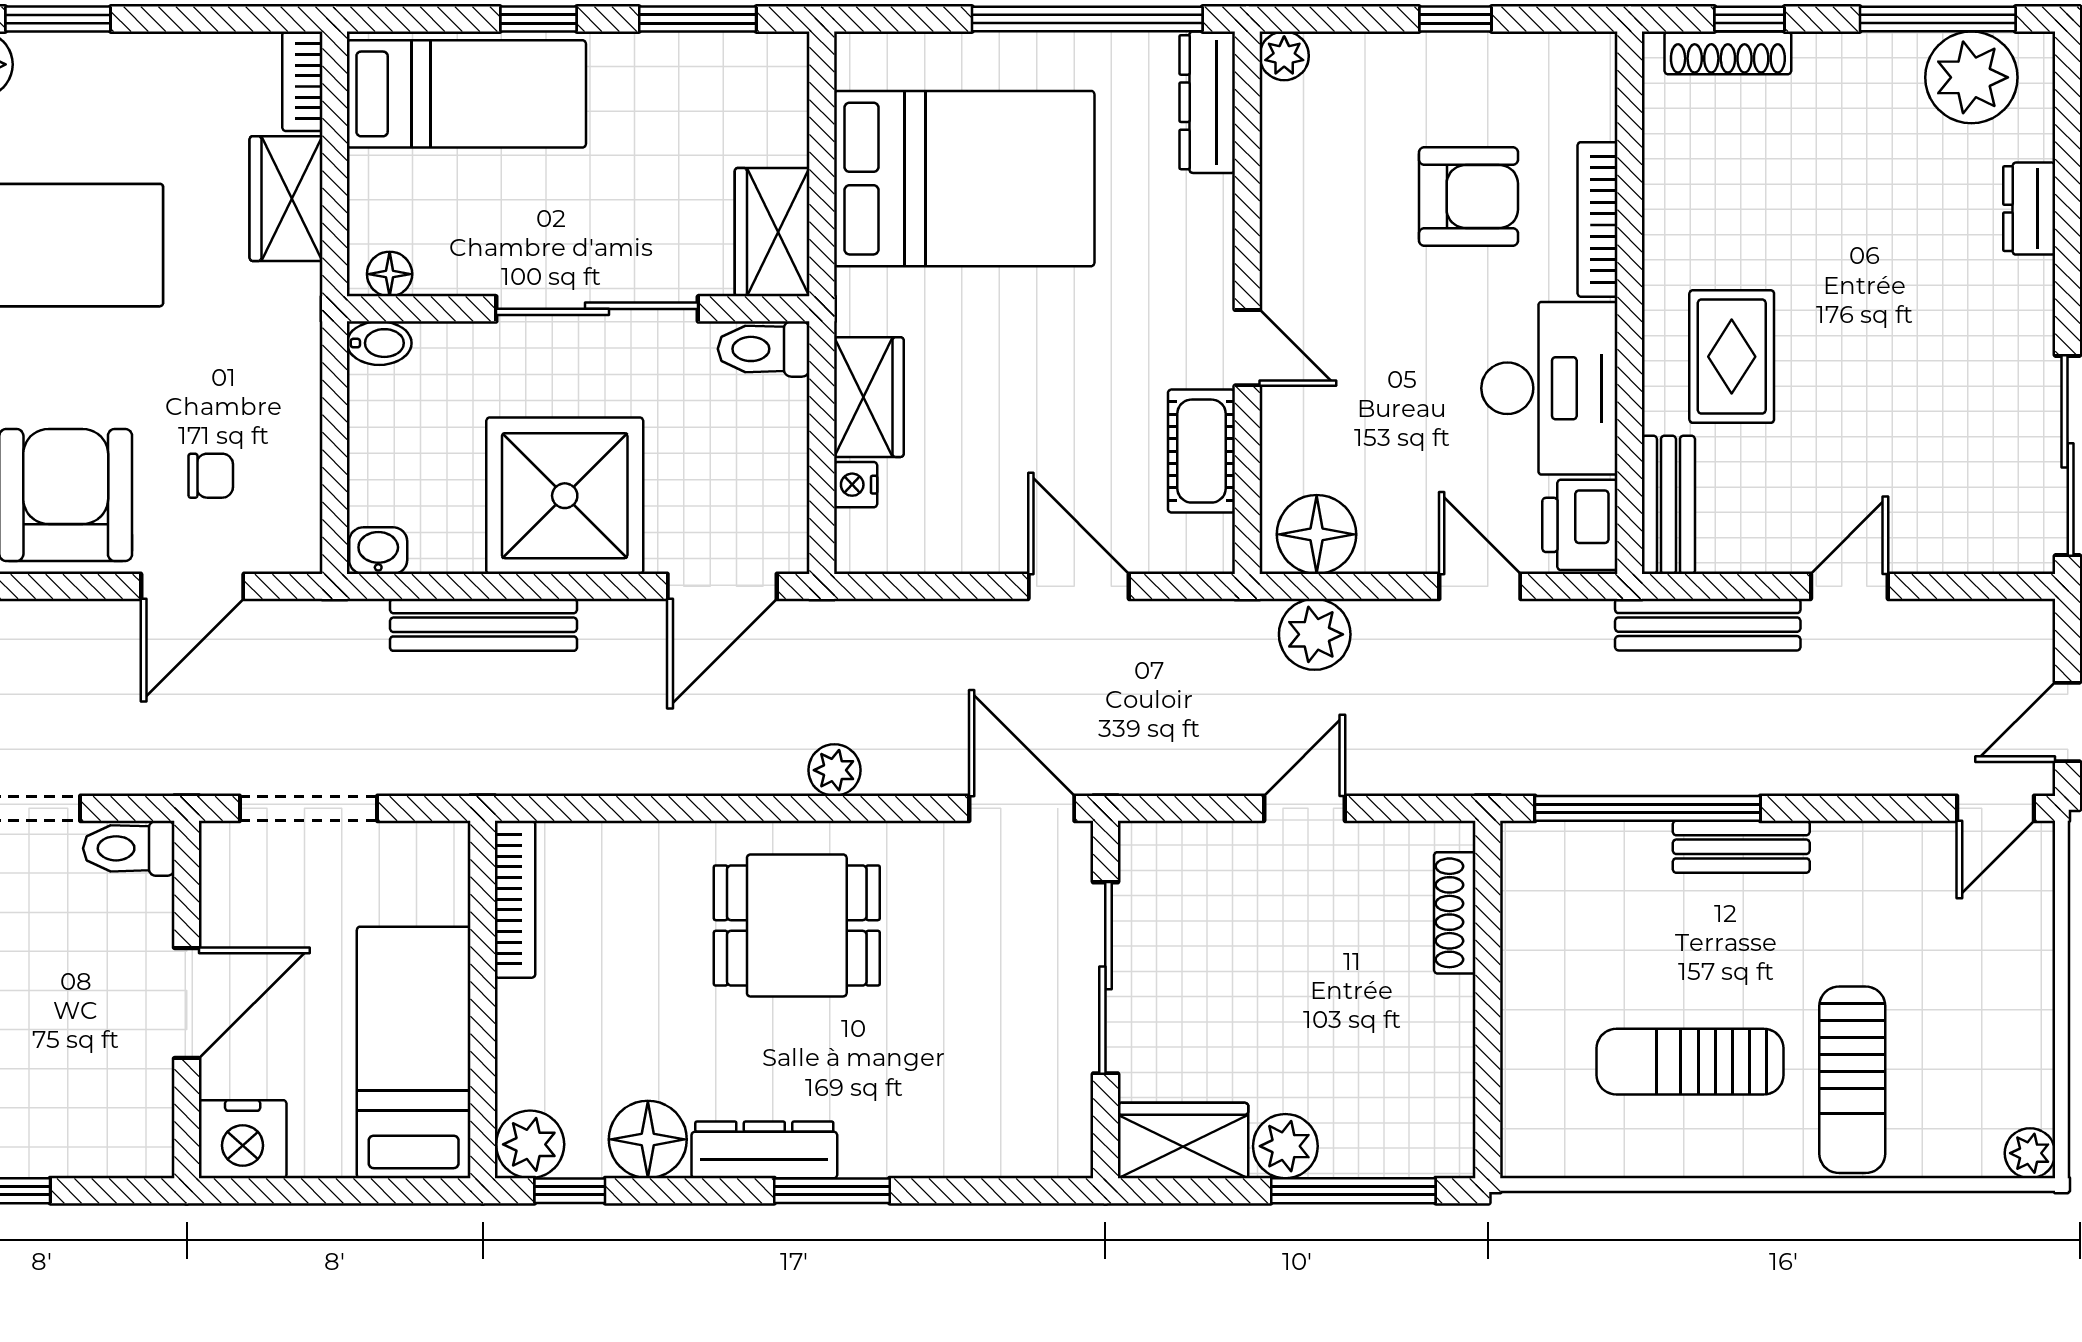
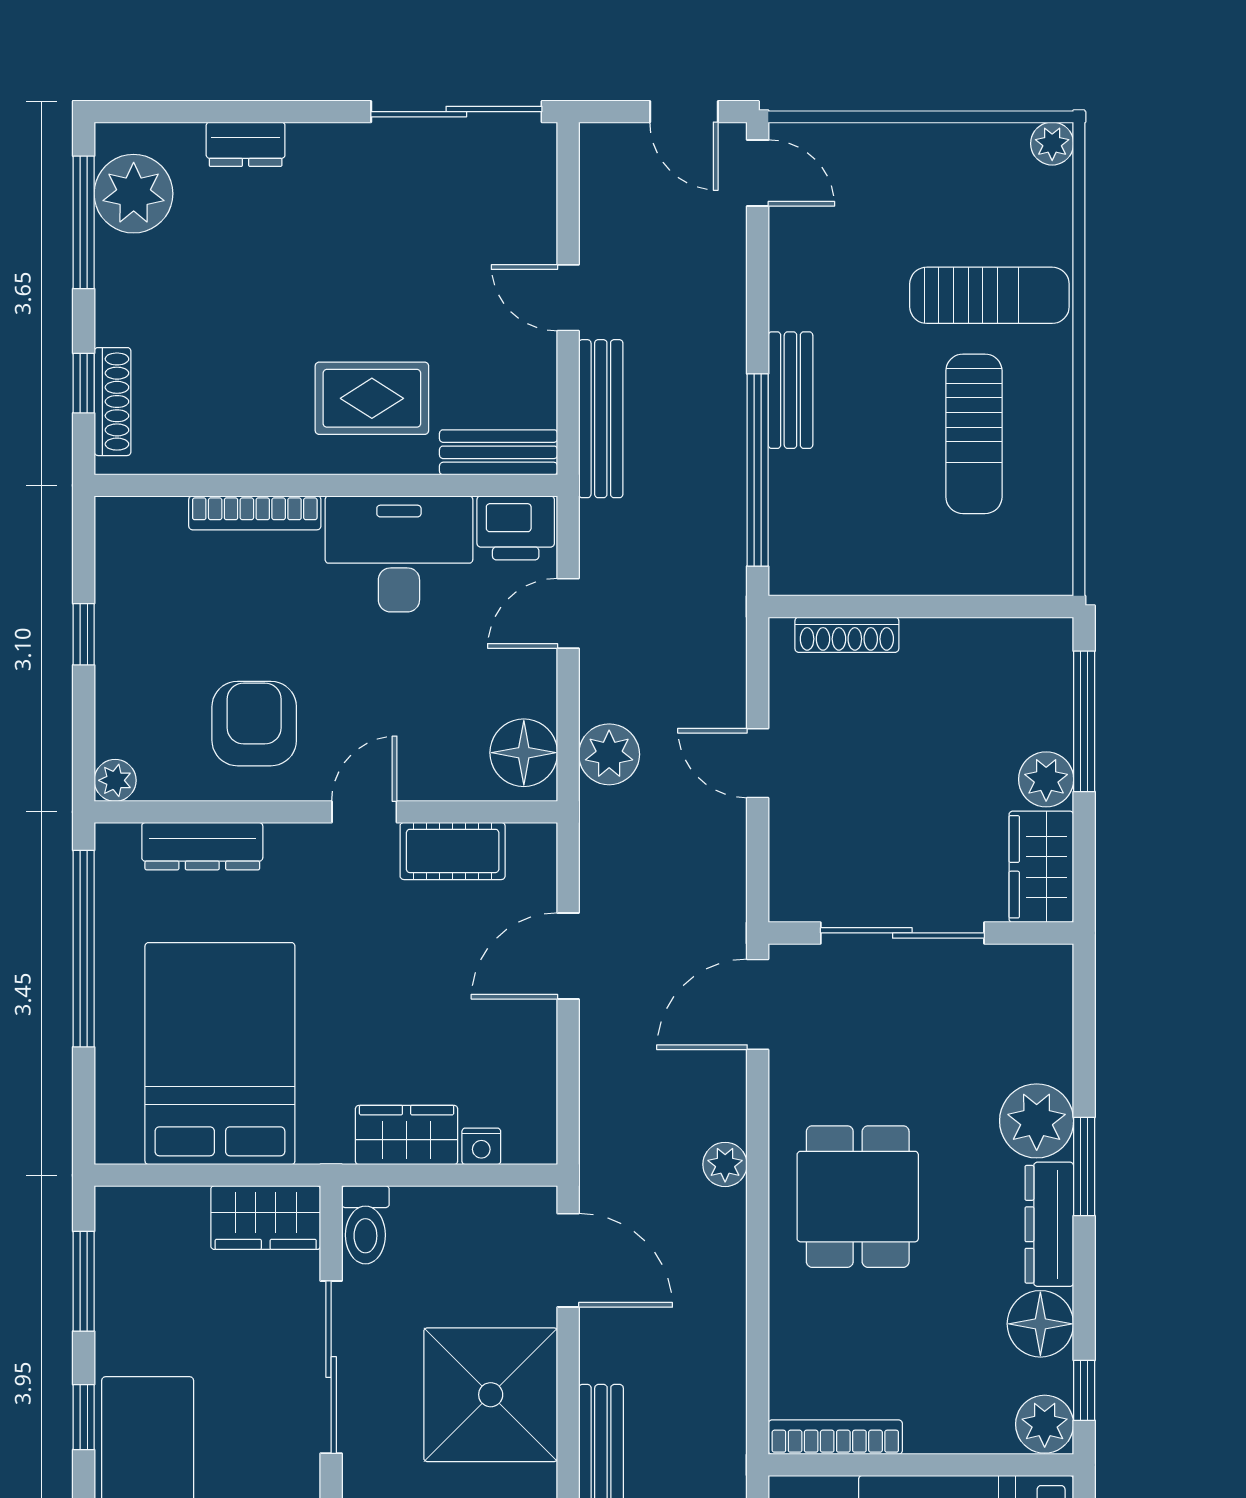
dresser: (1207, 102) -> (202, 846), moved
armchair: (1468, 197) -> (254, 724), moved
plant: (885, 1135) -> (1037, 1121), added

